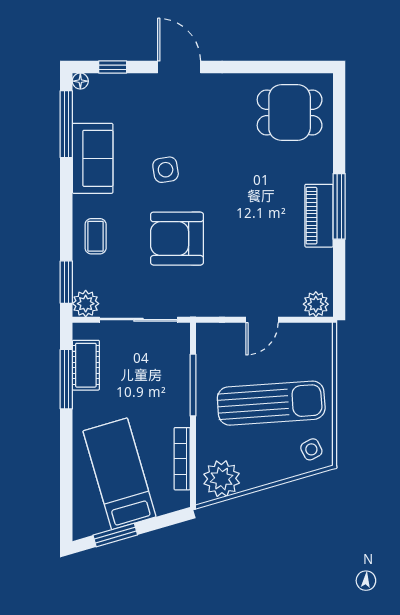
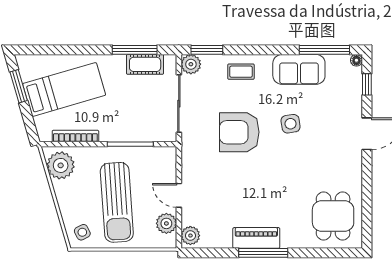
armchair: (177, 239) -> (239, 132), turned -90
plant: (300, 336) -> (166, 223), added

